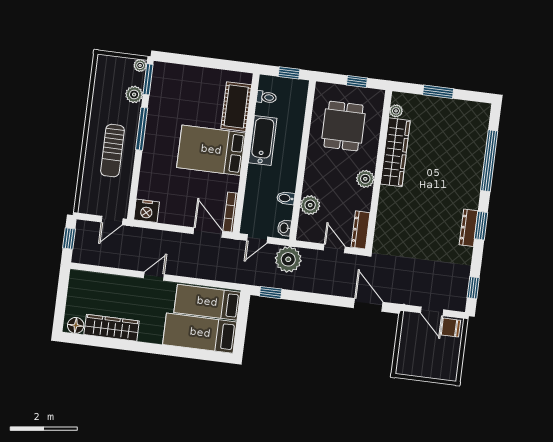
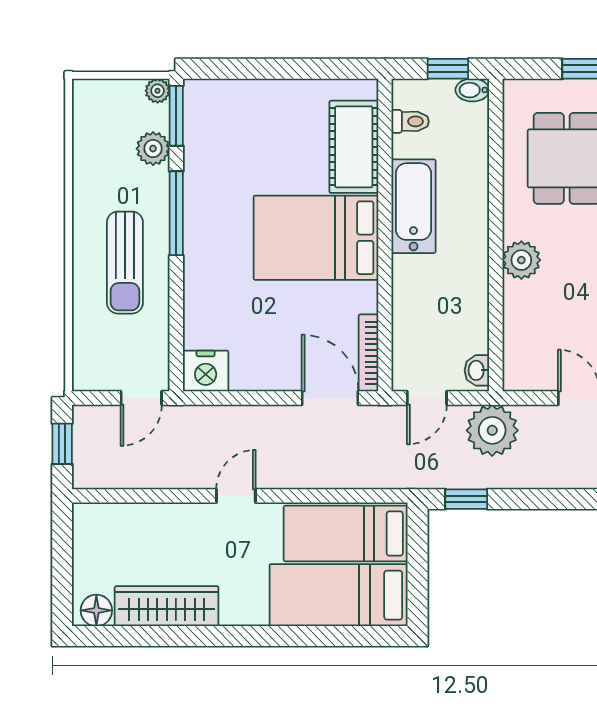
bidet: (286, 198) -> (472, 90), moved
plant: (310, 205) -> (521, 260), moved

